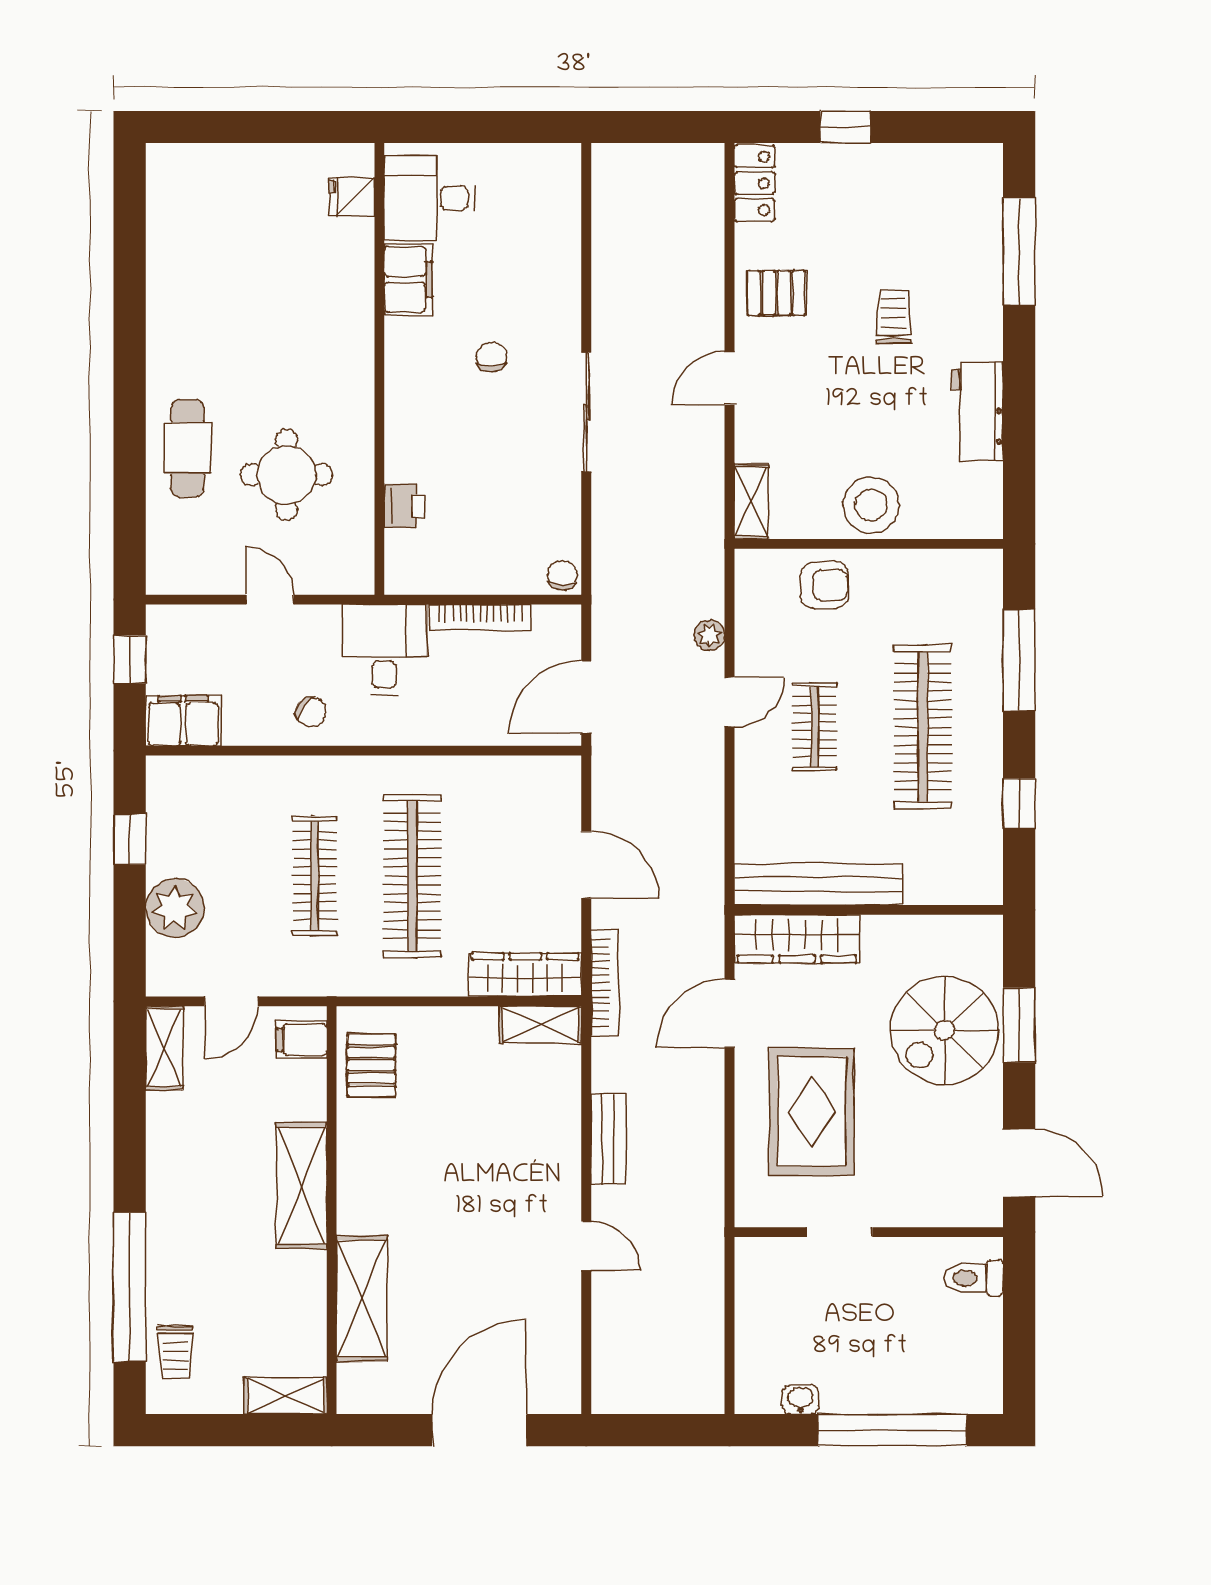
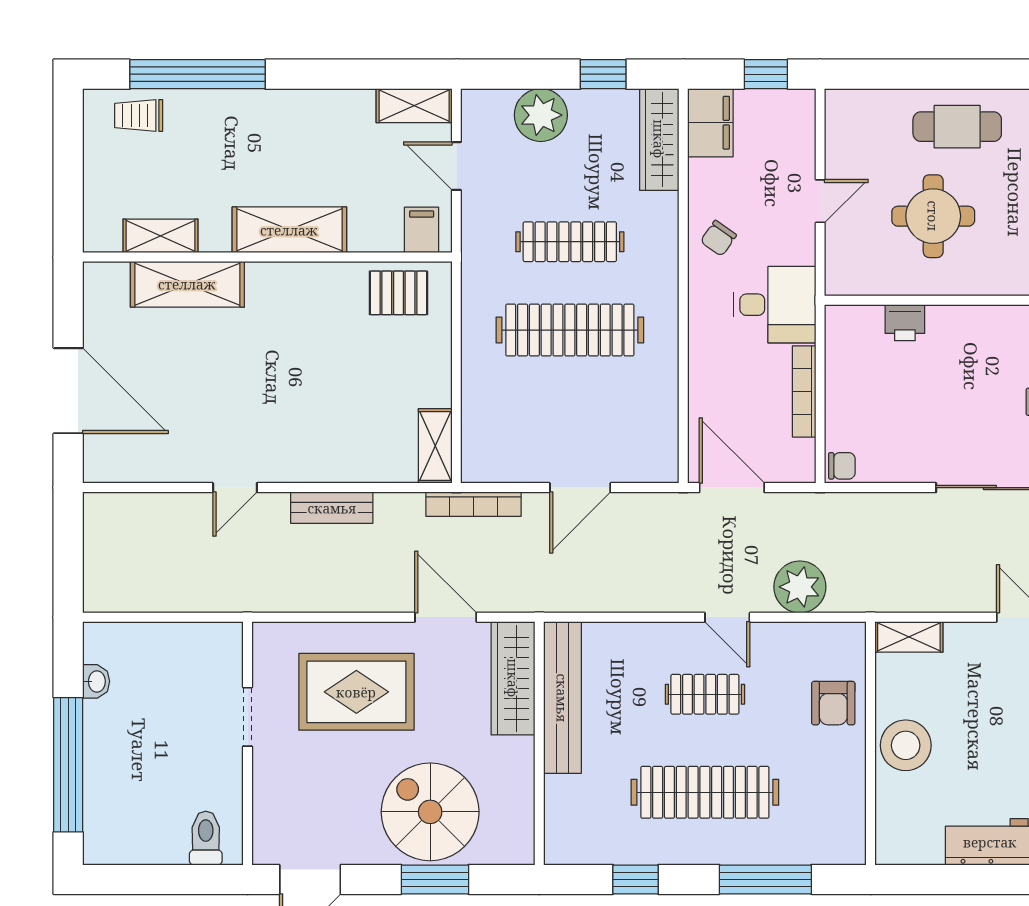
plant: (709, 635) -> (800, 587), width x1.87, depth x1.87
wardrobe: (525, 975) -> (659, 139), moved, turned 180
shelving: (286, 1396) -> (160, 236), moved, turned 90

